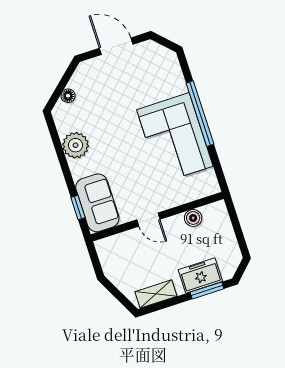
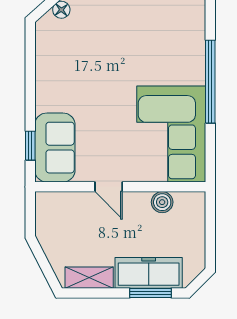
corner sofa: (175, 138) -> (171, 134), moved
plant: (76, 145) -> (51, 71), removed
freezer: (200, 276) -> (149, 273), width x1.40

